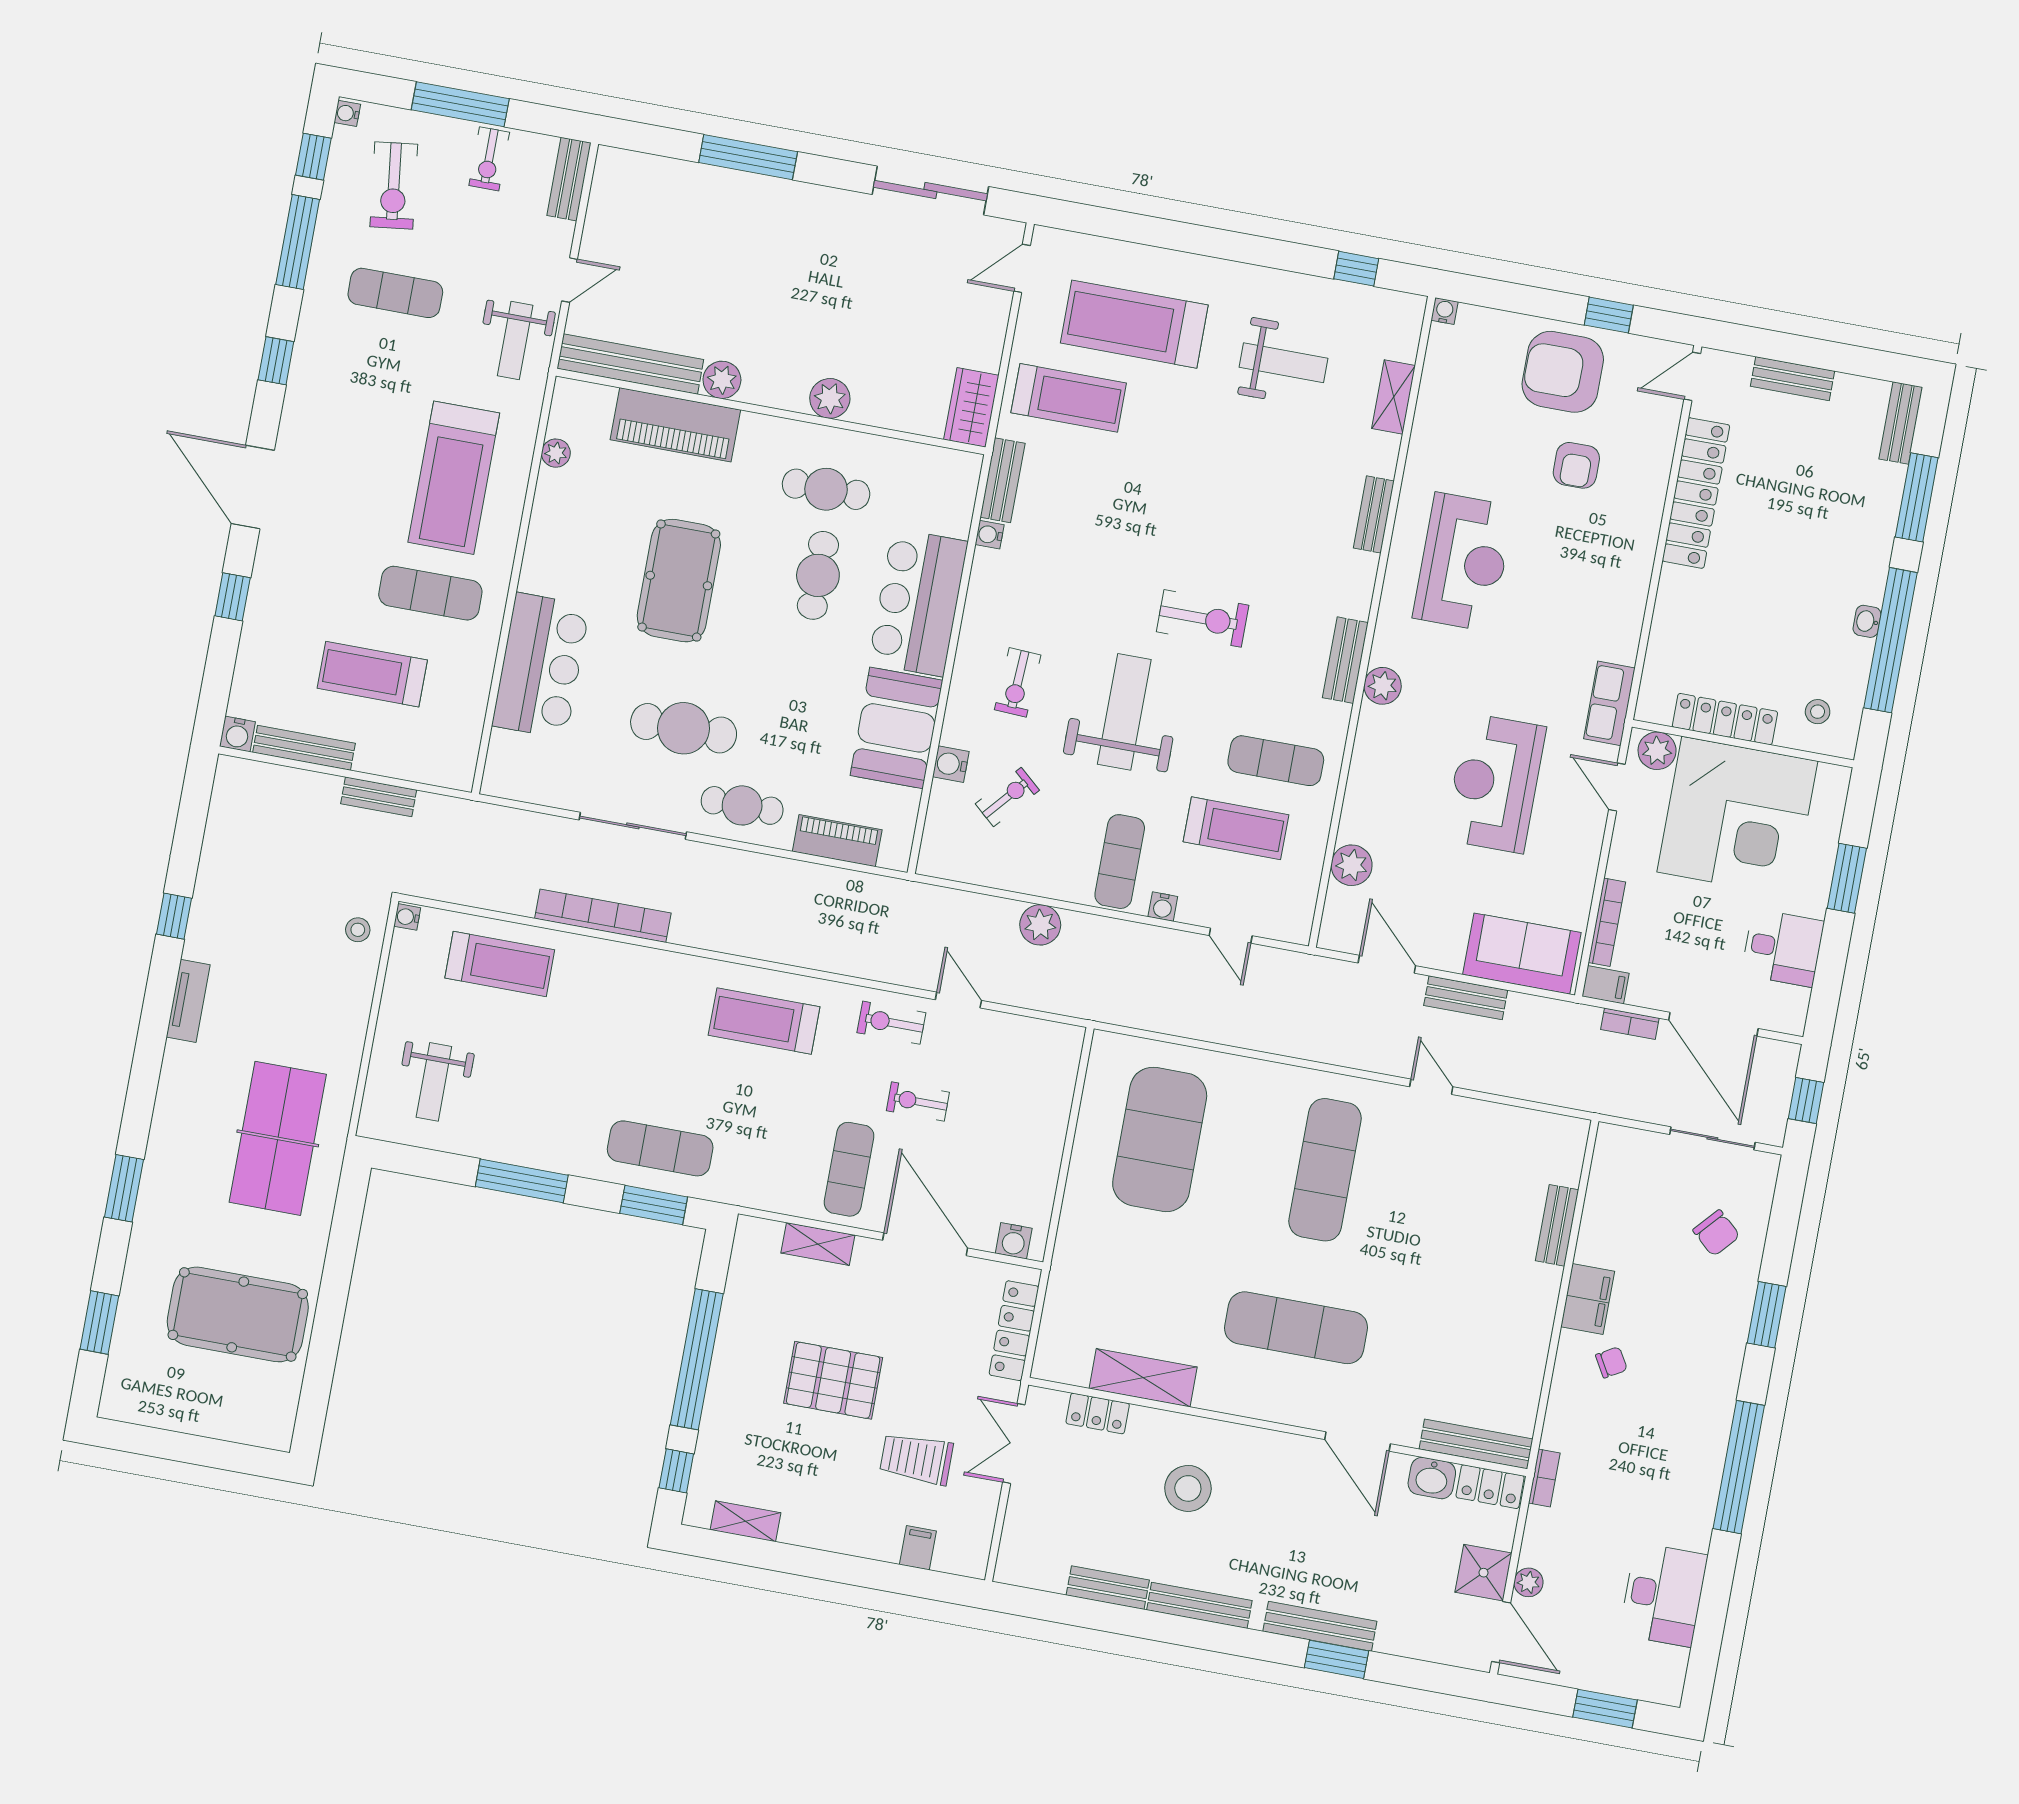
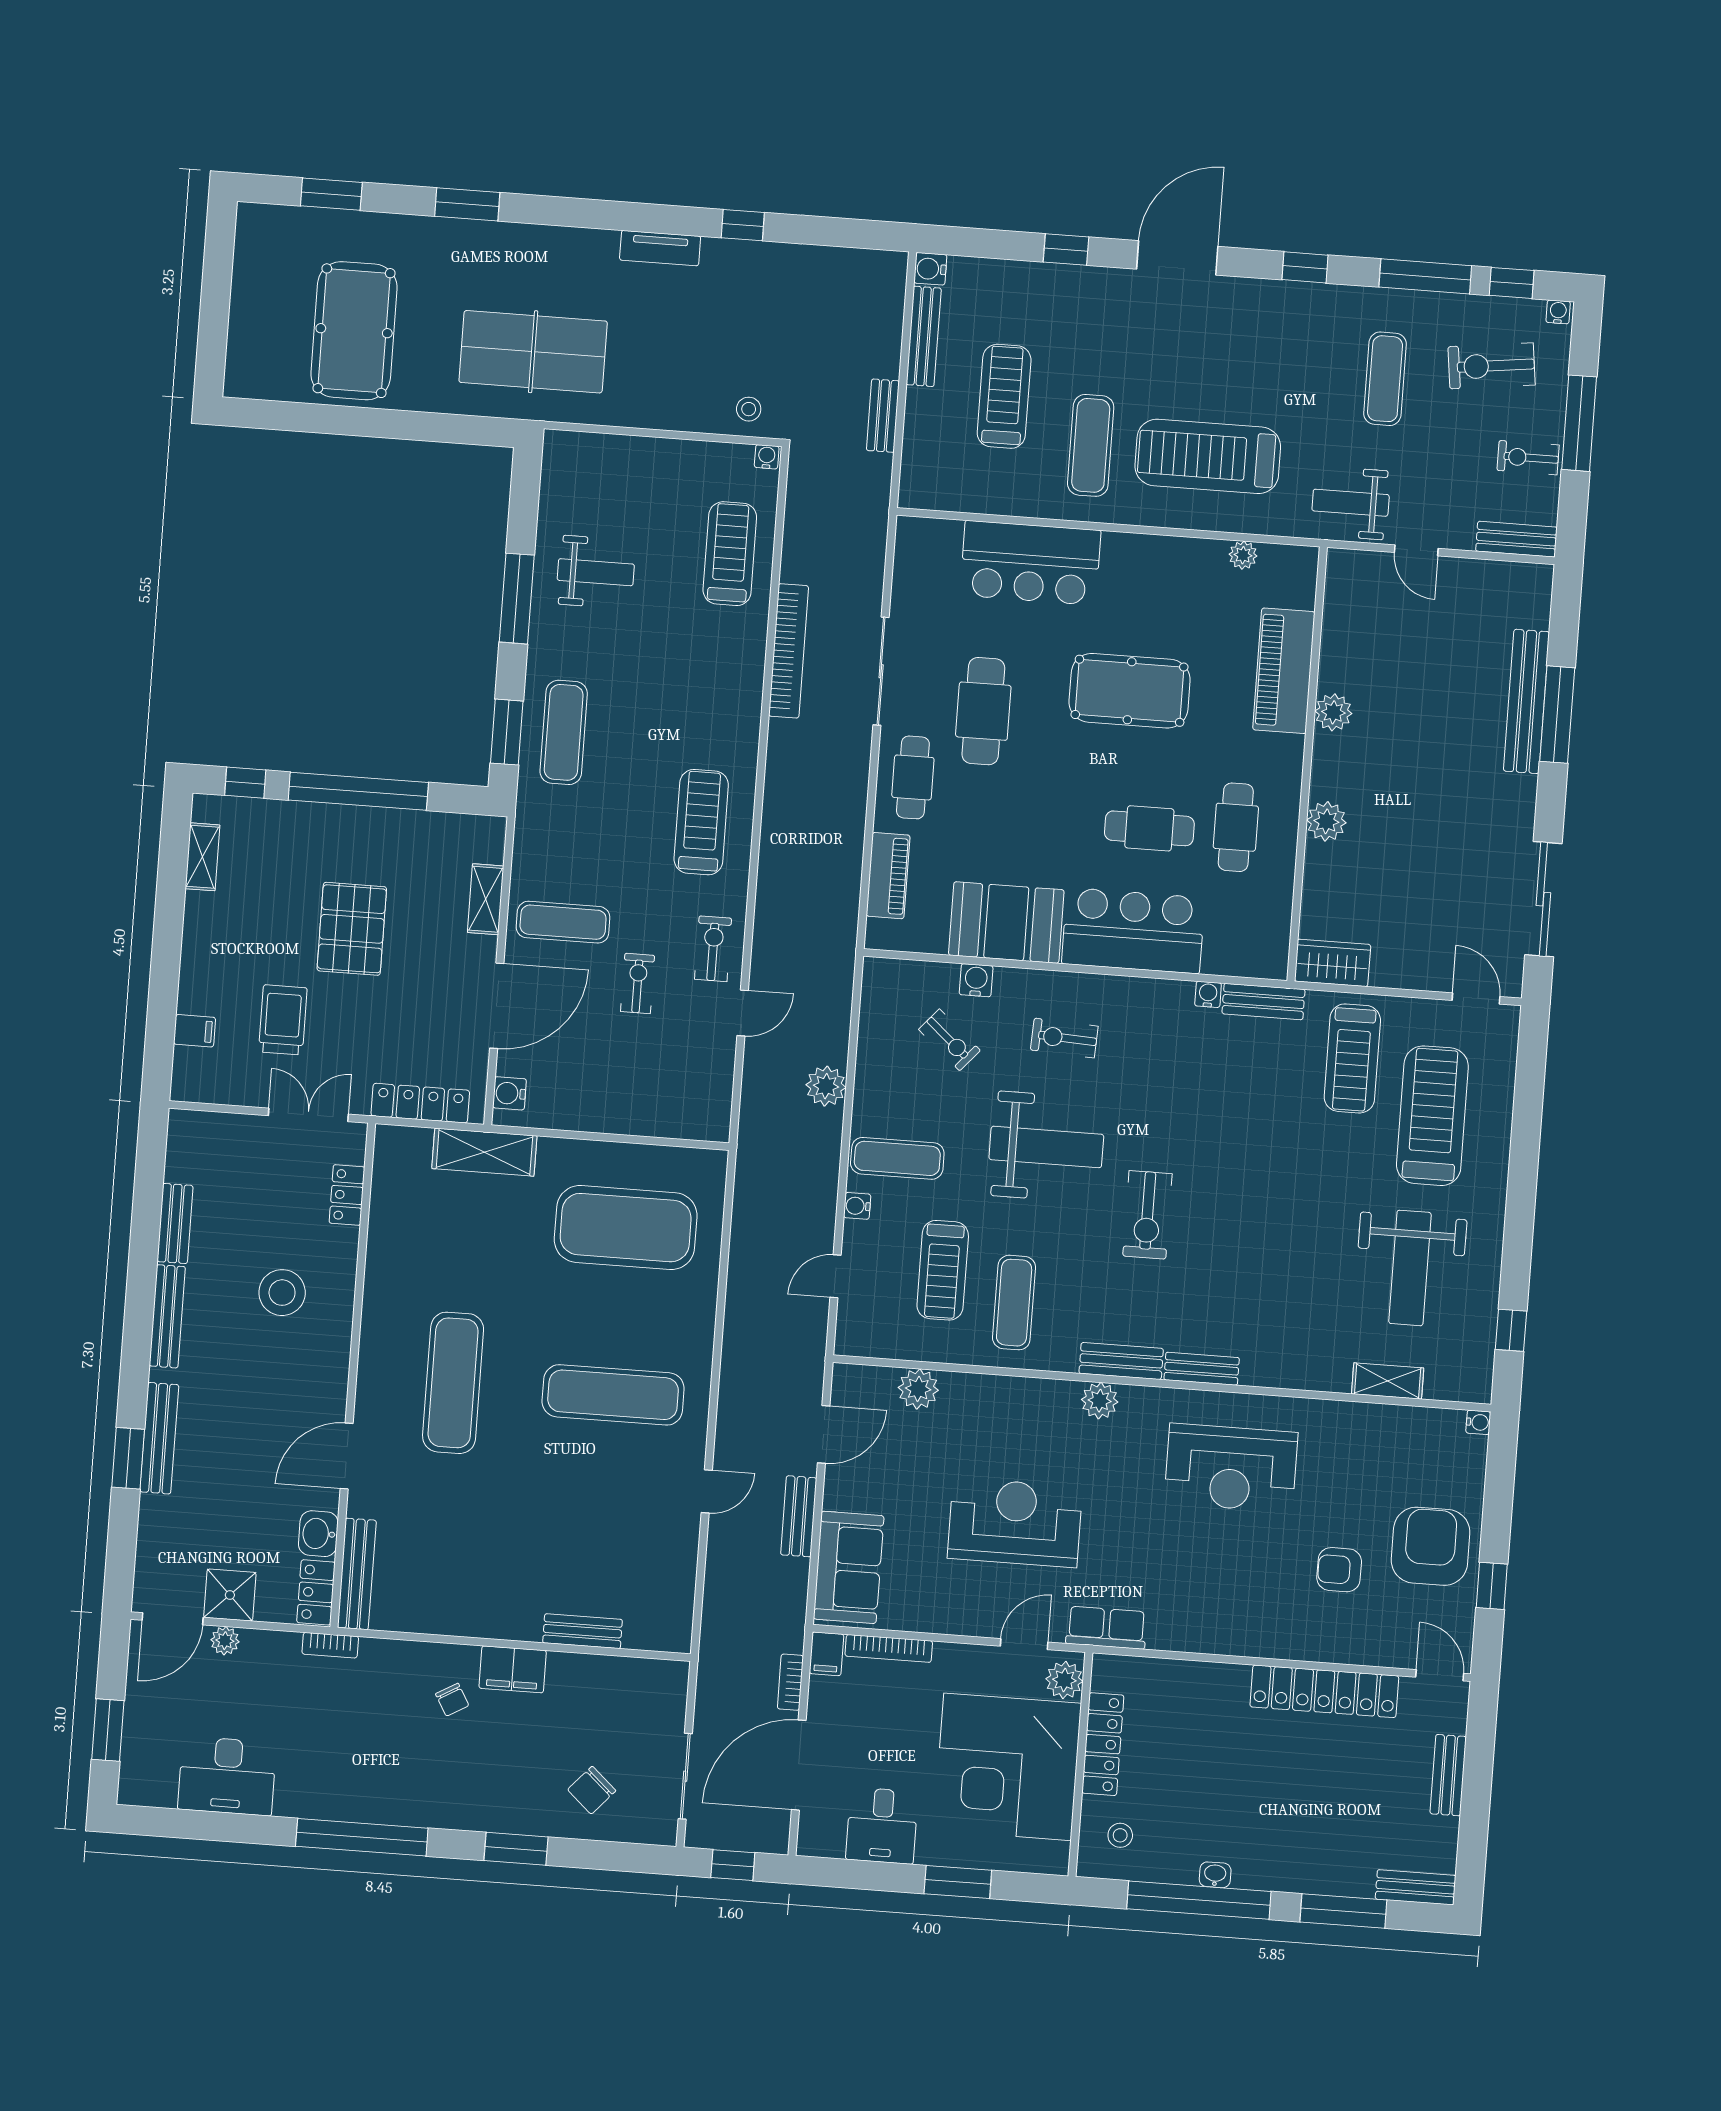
weight bench: (1283, 363) -> (1410, 1268), width x1.36, depth x1.33
bench: (630, 364) -> (1526, 701), moved
bench: (1374, 514) -> (1202, 1369), moved
treadmill: (500, 964) -> (730, 554), turned 180
weight bench: (434, 1082) -> (596, 572), moved, turned 180
shelving: (1143, 1378) -> (484, 1152), moved, turned 90

